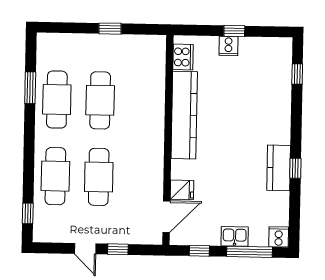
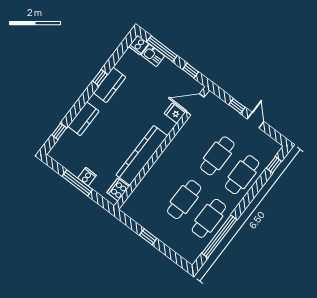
window: (234, 31) -> (77, 183), width x2.17
window: (30, 88) -> (219, 236), width x2.11
kitchen counter: (280, 108) -> (83, 119), added
kitchen sink: (235, 236) -> (153, 56), moved

